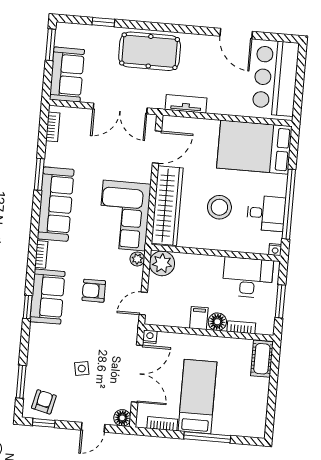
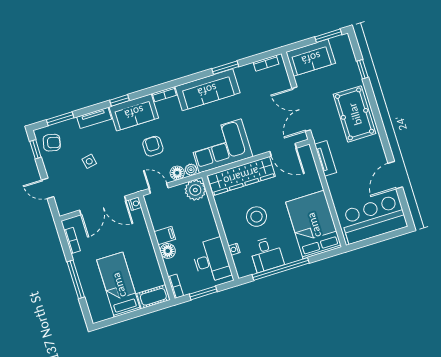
nightstand: (275, 250) -> (234, 249), moved
bookcase: (241, 327) -> (176, 286), moved
tv unit: (36, 343) -> (94, 118), added
bed: (197, 396) -> (119, 285), moved, turned -90
floor lamp: (122, 418) -> (177, 173), moved

